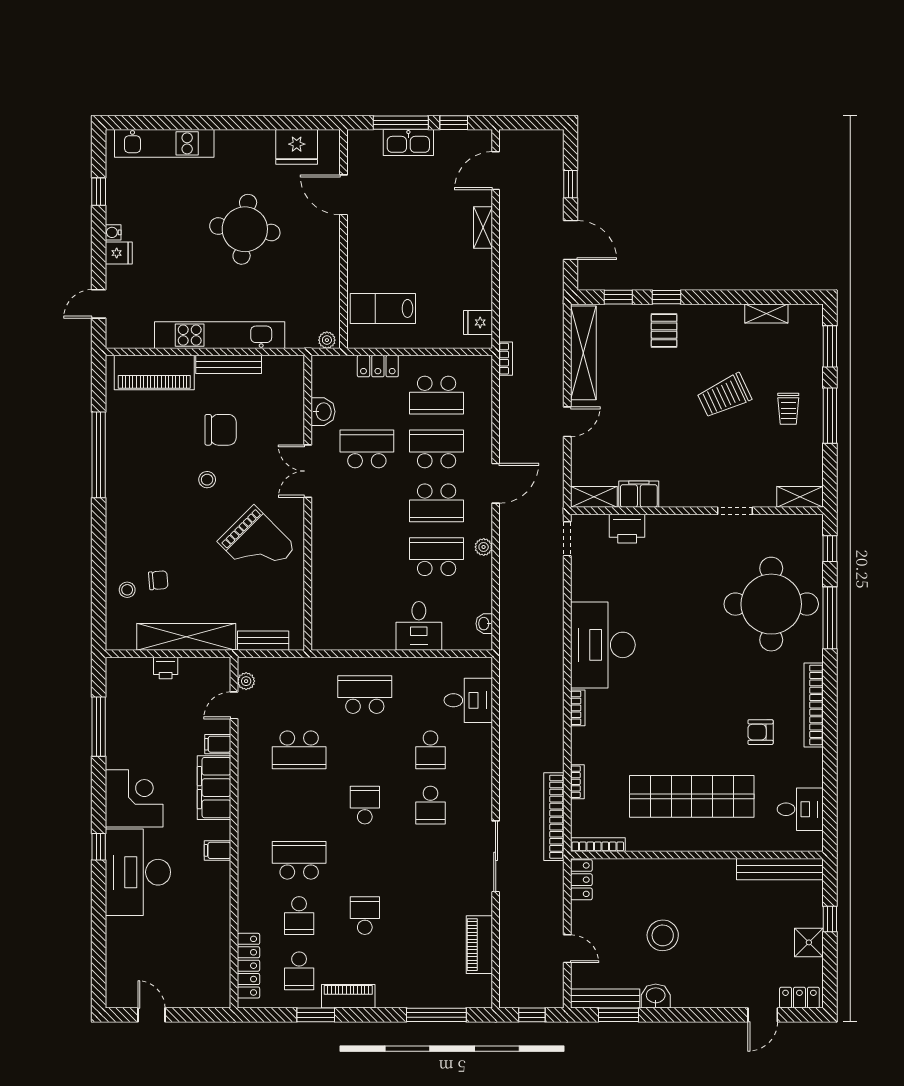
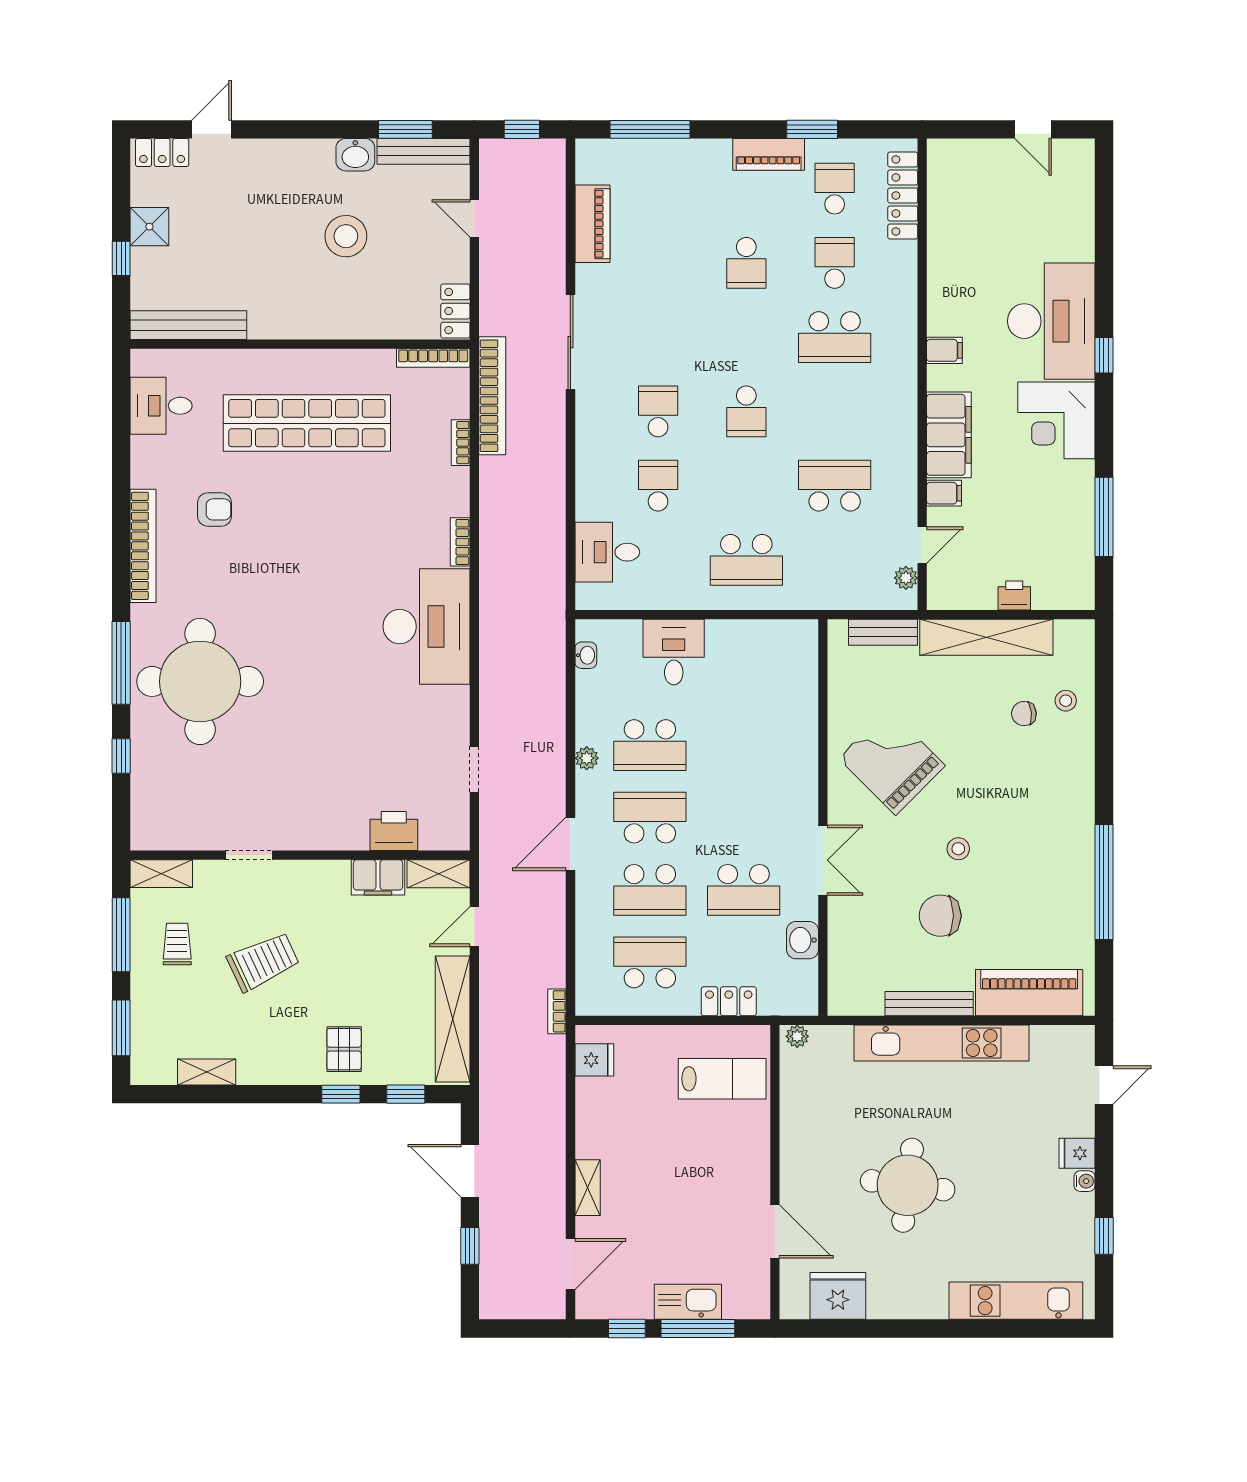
filing cabinet: (639, 494) -> (378, 877), moved
shelving: (594, 497) -> (438, 874), moved
shelving: (800, 497) -> (161, 874), moved
wall: (697, 511) -> (300, 855), moved
doorway: (735, 511) -> (249, 855), moved
printer: (627, 529) -> (394, 831), moved

